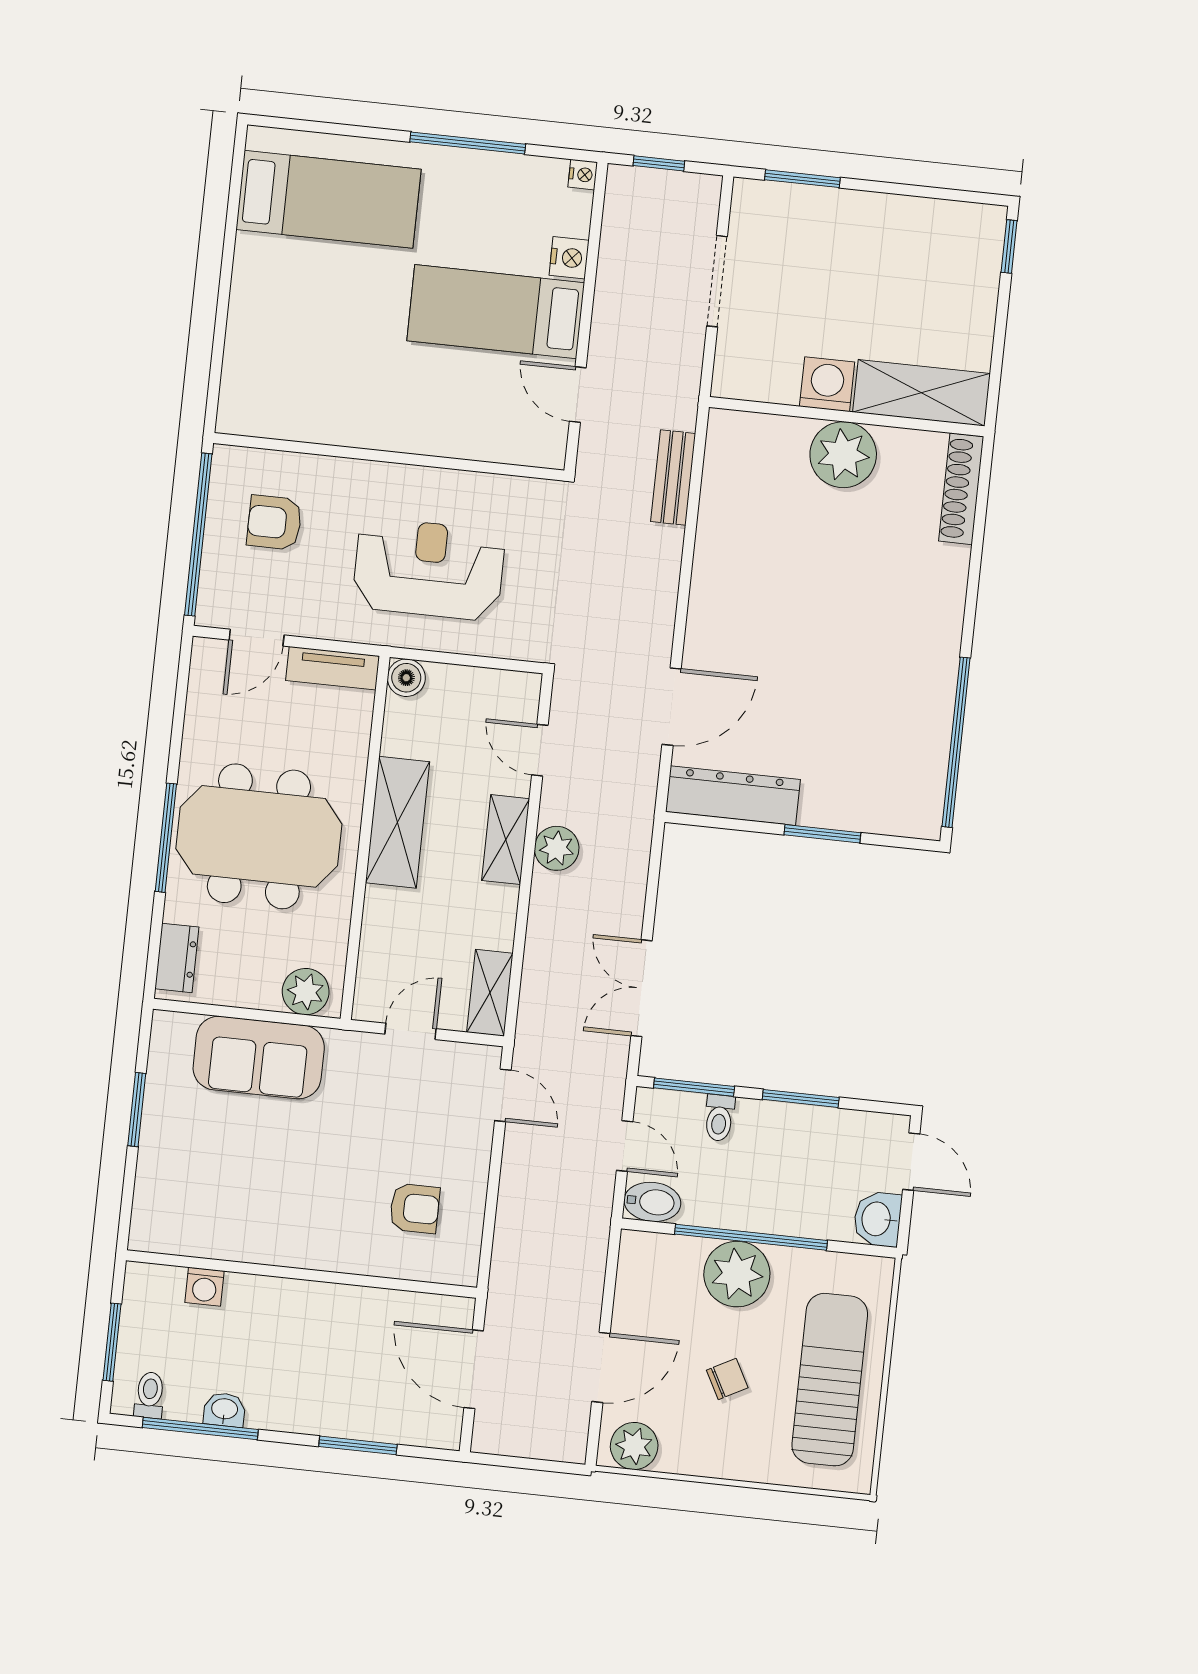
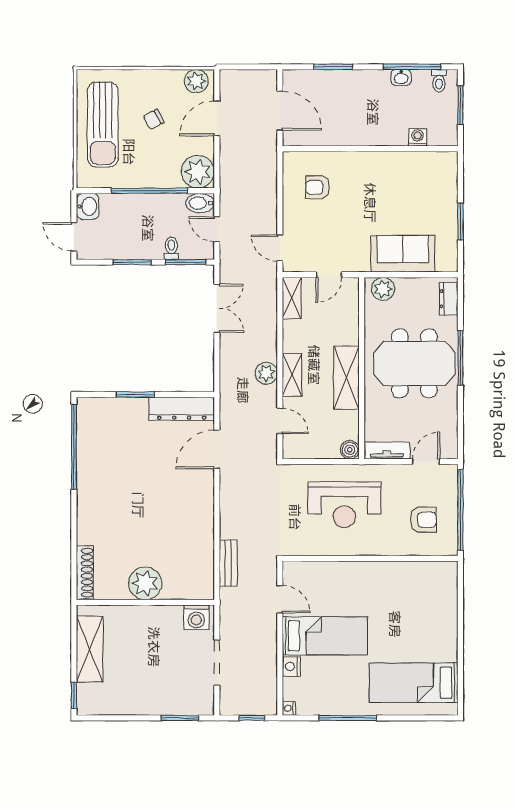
washing machine: (827, 384) -> (196, 617), moved
shelving: (922, 393) -> (90, 649), moved, turned 90
plant: (737, 1274) -> (198, 172), moved

